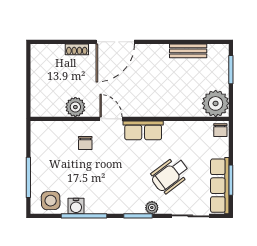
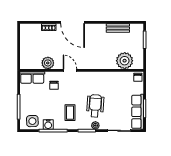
door: (115, 42) -> (73, 22), hinge flipped
plant: (216, 103) -> (125, 61), moved
row of seats: (143, 130) -> (32, 77), moved
wheelchair: (170, 175) -> (95, 106), moved, turned 131
coffee table: (111, 187) -> (70, 113), added

